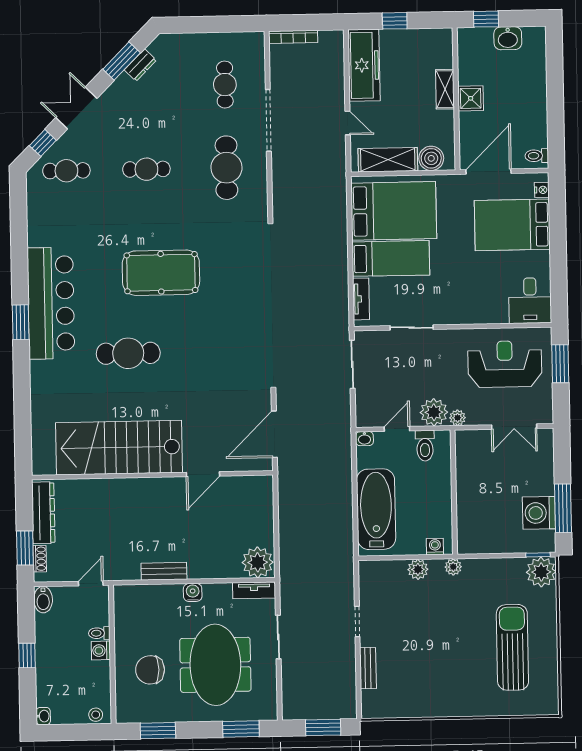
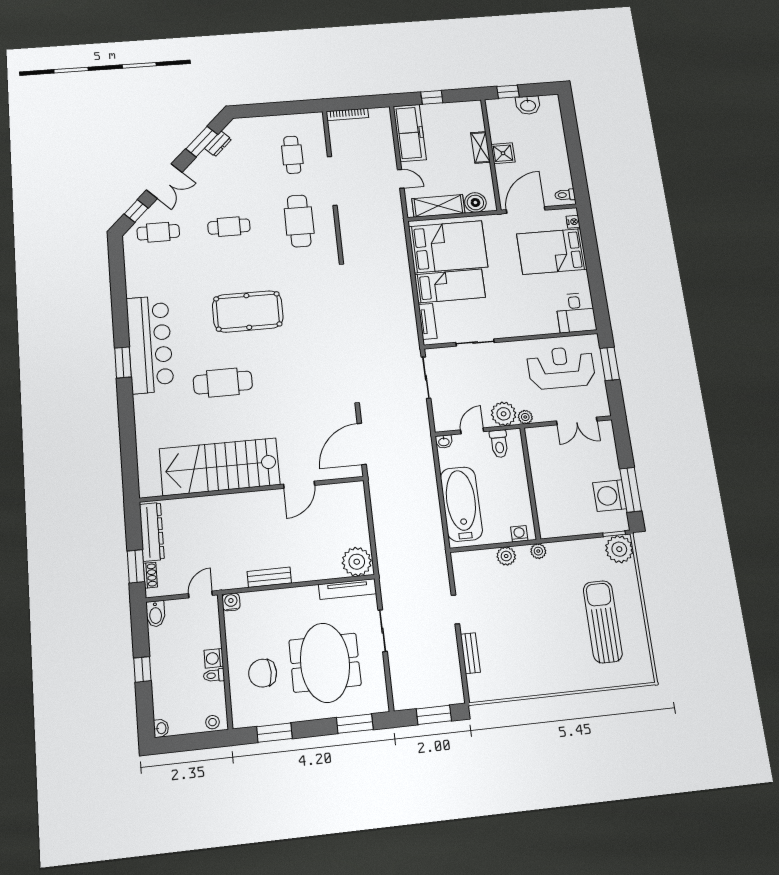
double door: (76, 108) -> (164, 181), swing flipped
tv unit: (254, 590) -> (348, 589), width x1.41
water cooler: (193, 592) -> (231, 602), moved
toilet: (99, 633) -> (214, 675), moved

